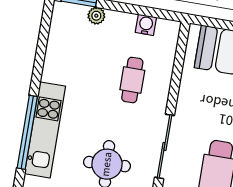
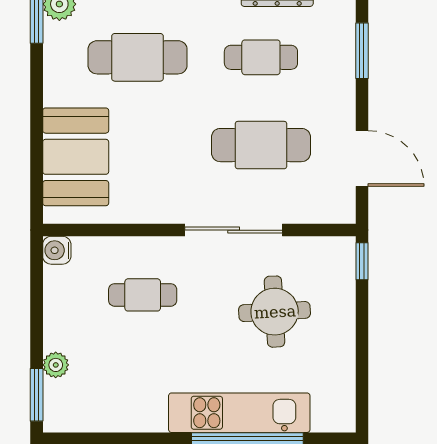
water cooler: (146, 25) -> (57, 250), moved

